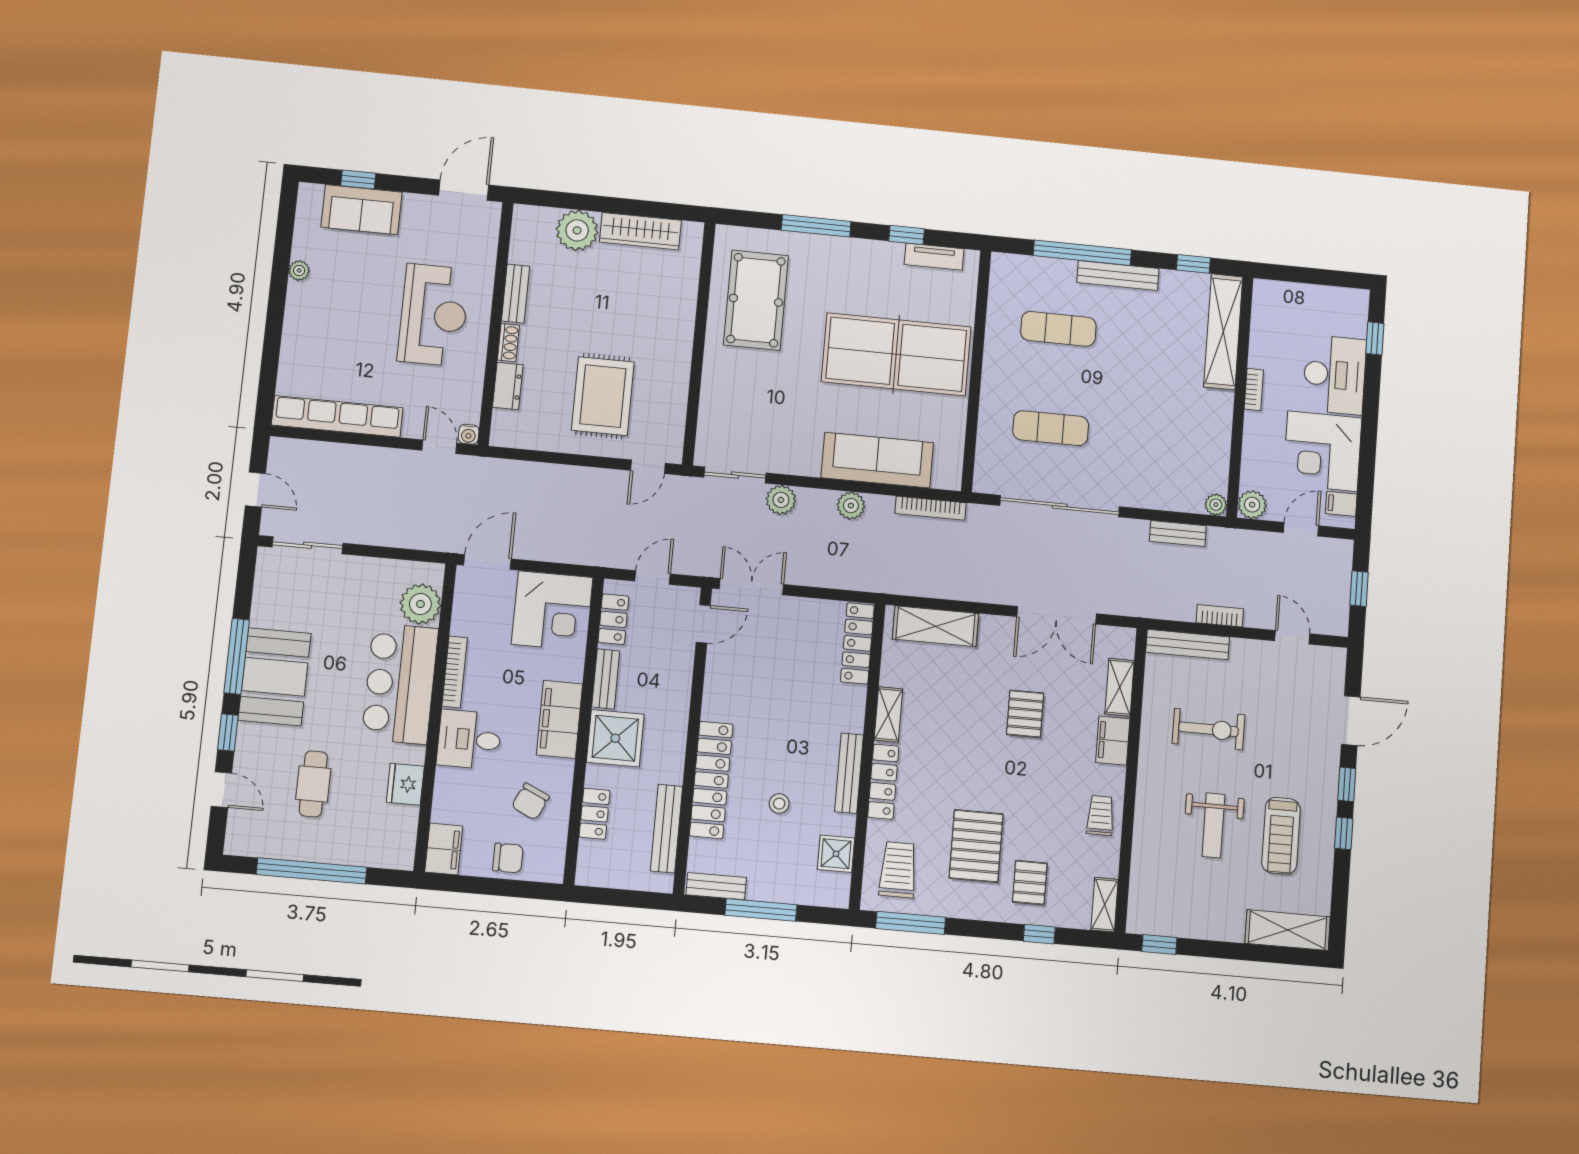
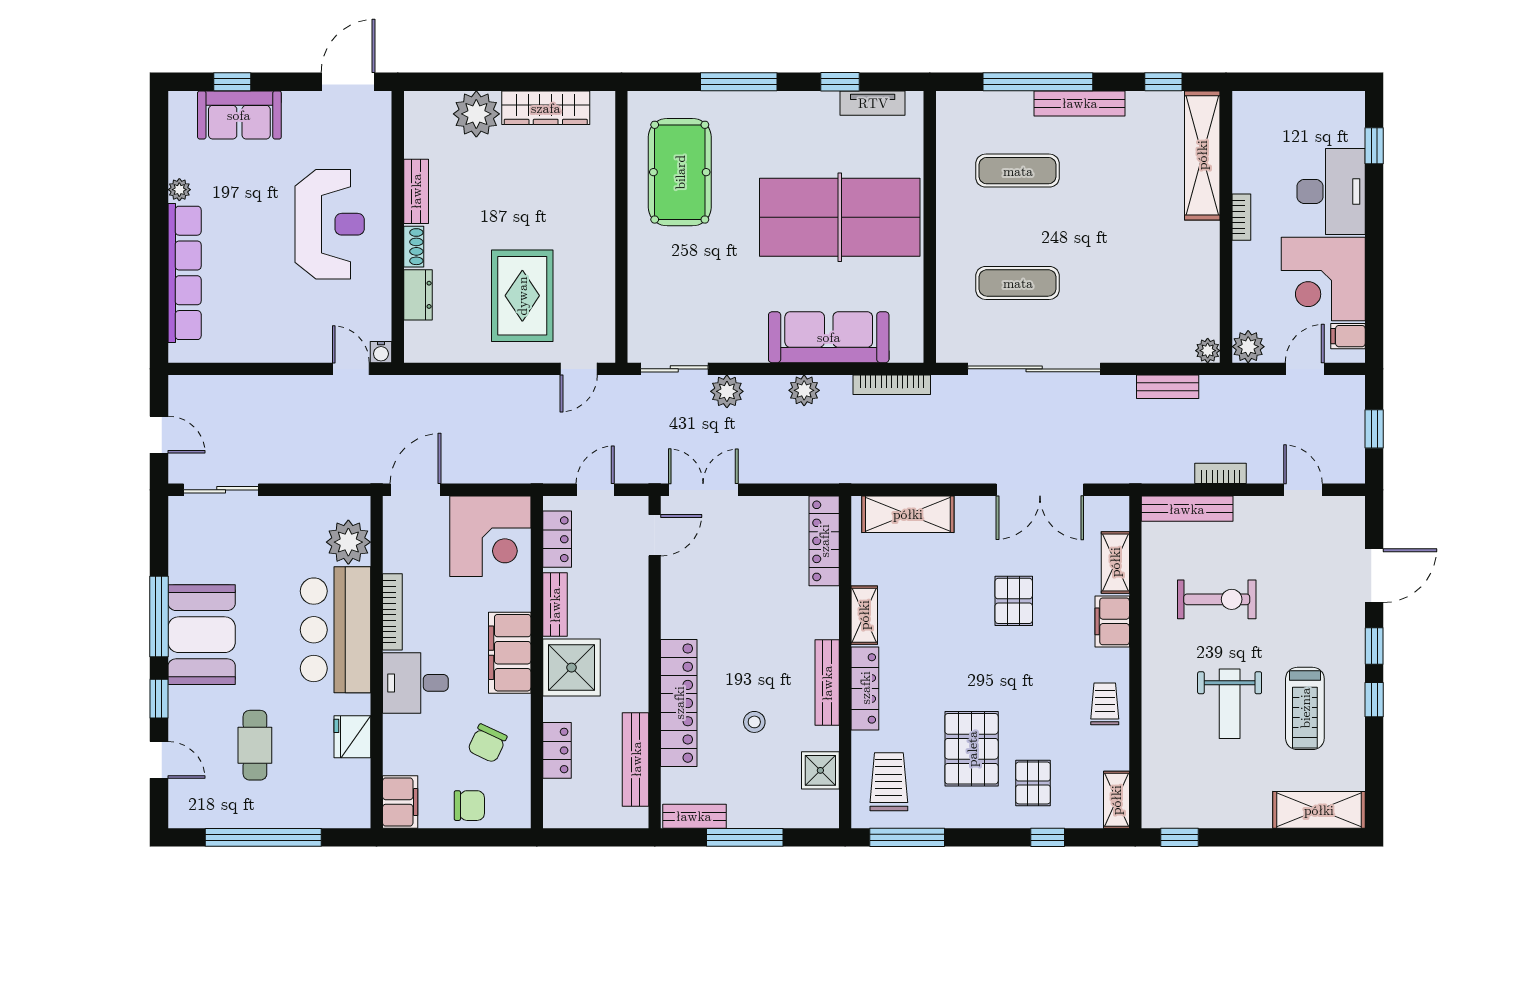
row of seats: (337, 416) -> (185, 273), moved, turned 90

